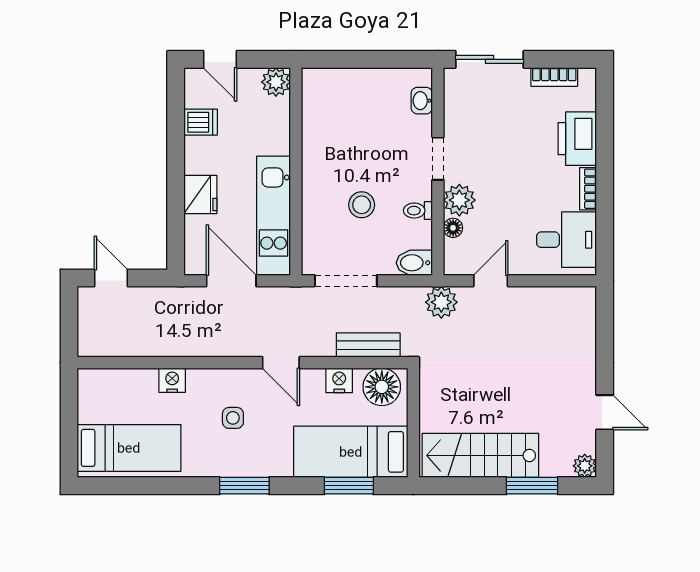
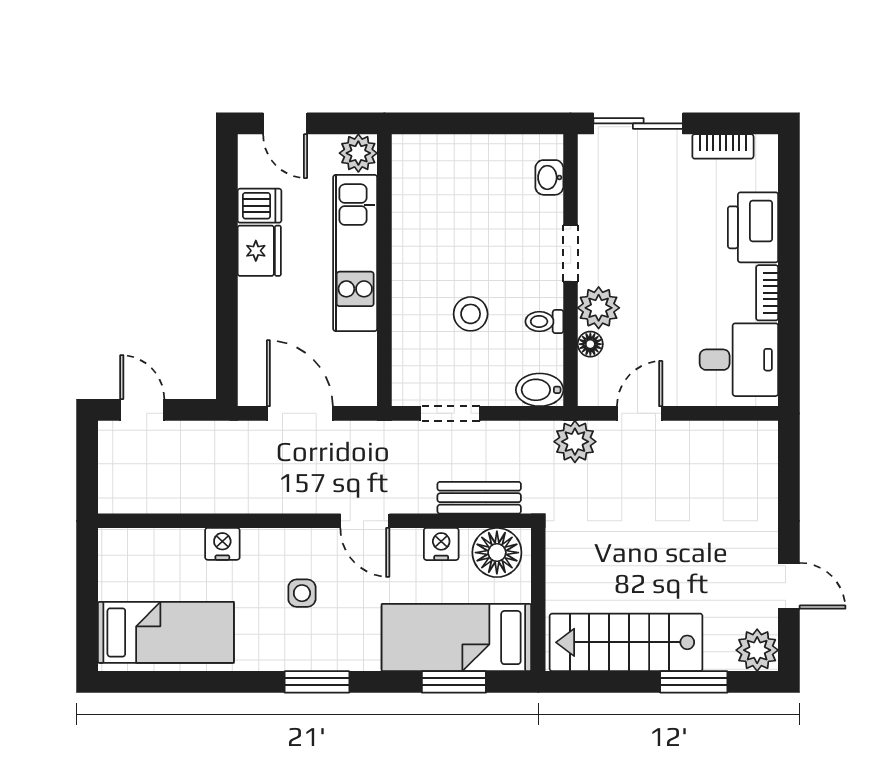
fridge: (200, 195) -> (259, 251), moved
kitchen unit: (274, 216) -> (355, 253), moved
doorway: (346, 281) -> (450, 413), width x0.73
plant: (585, 466) -> (757, 650), width x1.38, depth x1.38

